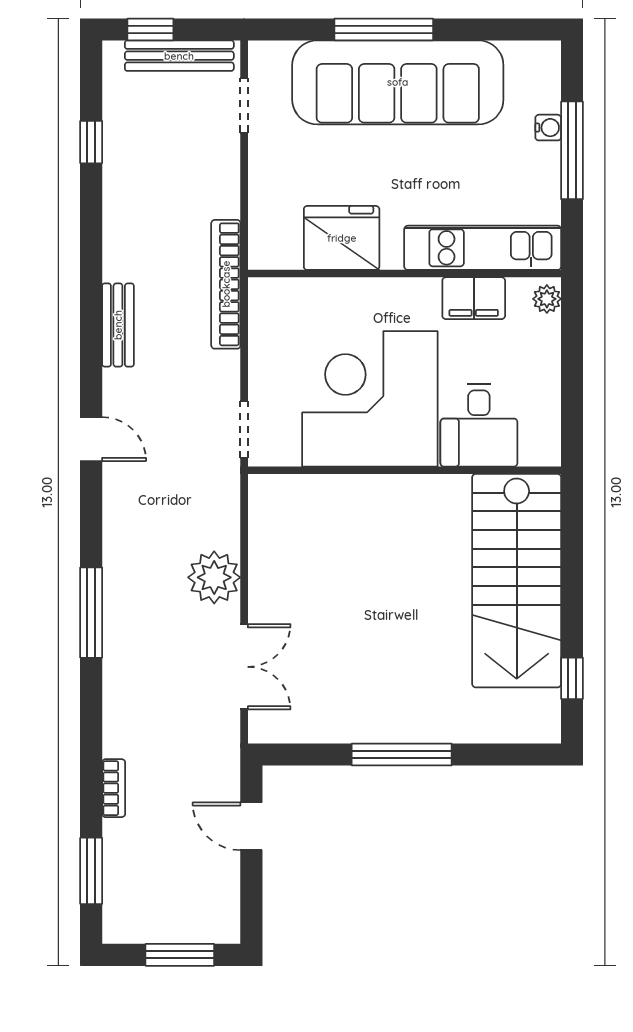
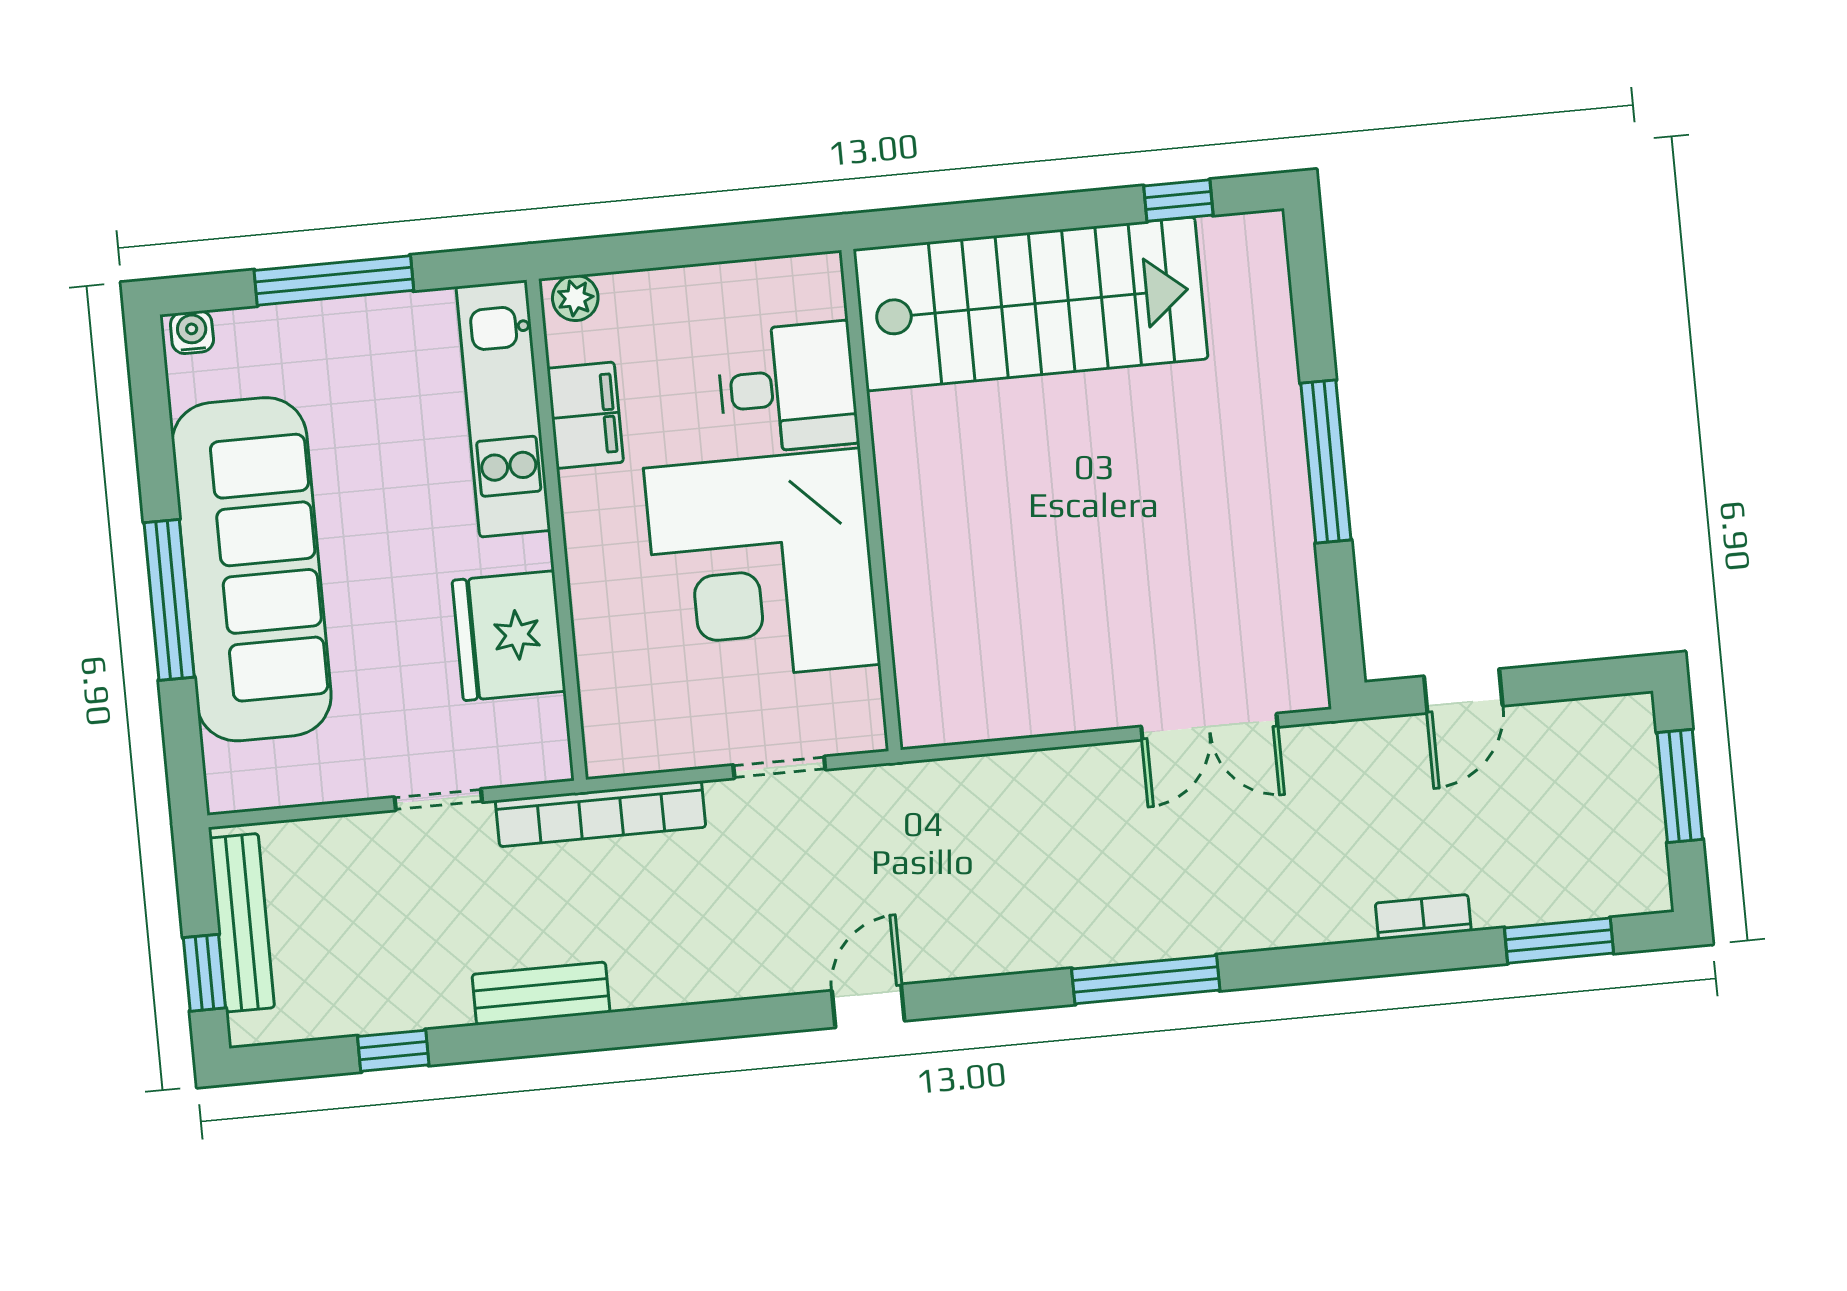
doorway: (244, 105) -> (438, 800), moved
water cooler: (548, 128) -> (192, 332), moved
bench: (118, 325) -> (541, 993), moved
doorway: (244, 430) -> (779, 767), moved
plant: (214, 577) -> (1071, 788), removed
double door: (244, 667) -> (1209, 727), swing flipped

